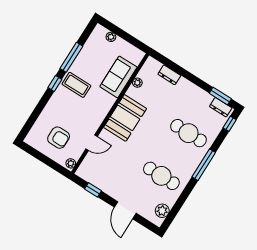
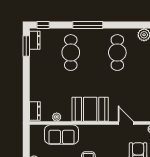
dresser: (169, 75) -> (35, 111), moved

